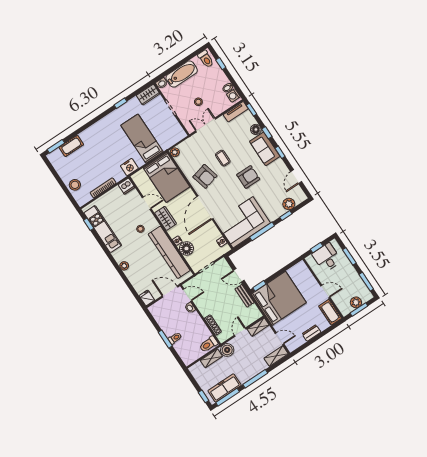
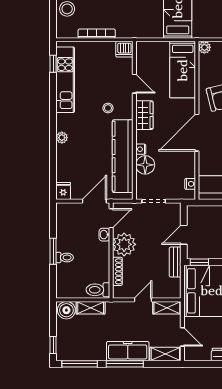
nightstand: (129, 167) -> (142, 30), removed
bed: (167, 177) -> (183, 70), width x0.67
door: (239, 275) -> (184, 235), hinge flipped
door: (170, 291) -> (94, 201), hinge flipped
door: (187, 295) -> (111, 218), hinge flipped
plant: (206, 306) -> (124, 244), added
boiler: (227, 350) -> (66, 310), moved
freezer: (225, 388) -> (128, 351), moved

